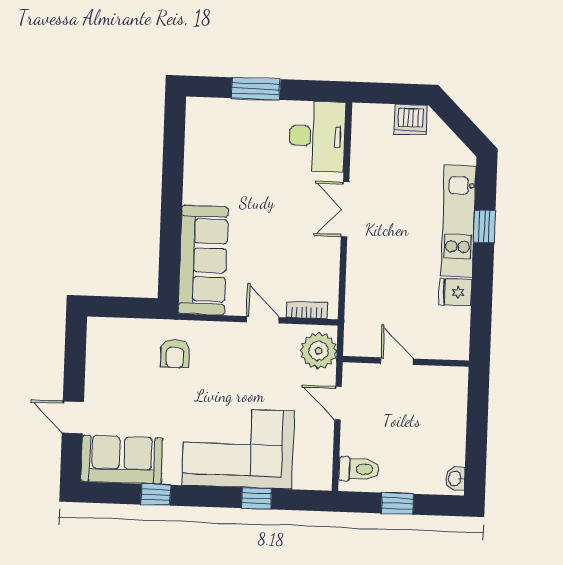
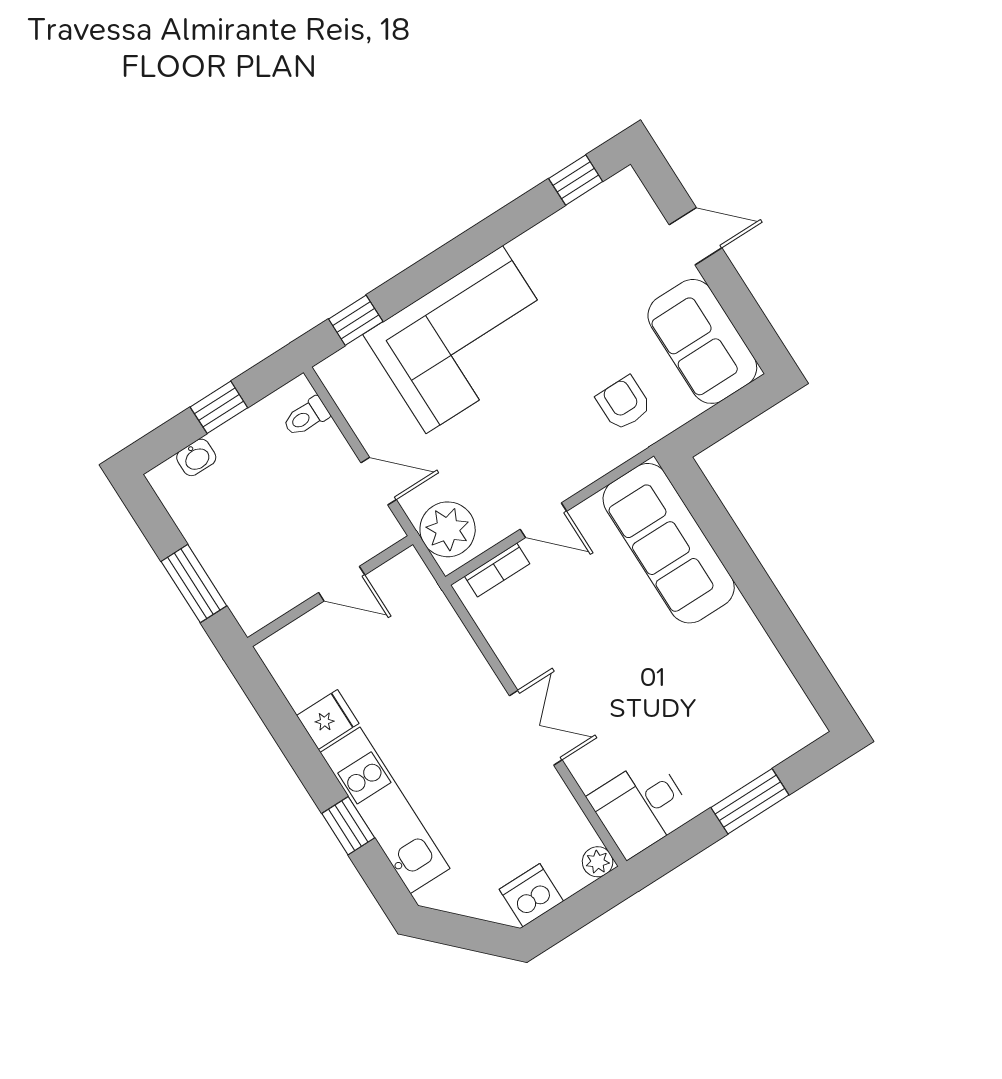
plant: (362, 113) -> (598, 862), added
desk: (317, 136) -> (641, 807), width x0.73
window: (477, 417) -> (194, 584), added
sofa: (122, 460) -> (702, 341), moved, turned 90
toilet: (359, 469) -> (306, 417), width x0.73, depth x0.72
washbasin: (455, 479) -> (196, 457), moved, turned 90
window: (156, 495) -> (576, 180), moved
window: (256, 498) -> (356, 320), moved

